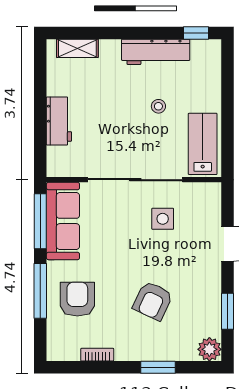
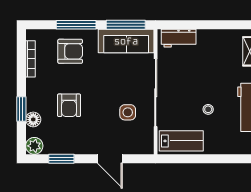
workbench: (59, 121) -> (179, 38), moved
armchair: (153, 301) -> (69, 105), turned -115
floor lamp: (173, 351) -> (33, 119), added
bookcase: (97, 355) -> (30, 59), width x1.56

